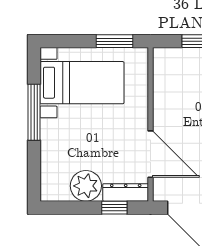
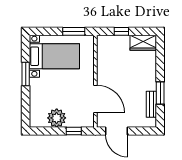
window: (34, 112) -> (26, 74), width x0.69
dresser: (126, 192) -> (80, 122), removed

